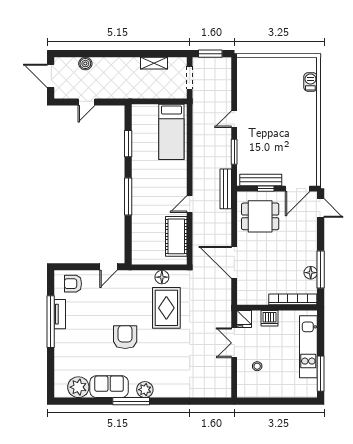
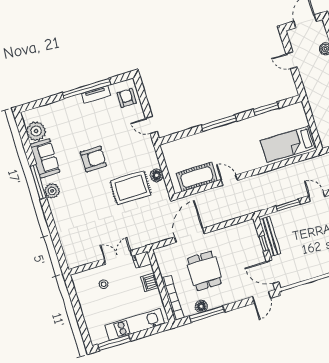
bench: (226, 189) -> (253, 208), removed
dining table: (260, 216) -> (204, 271), moved

